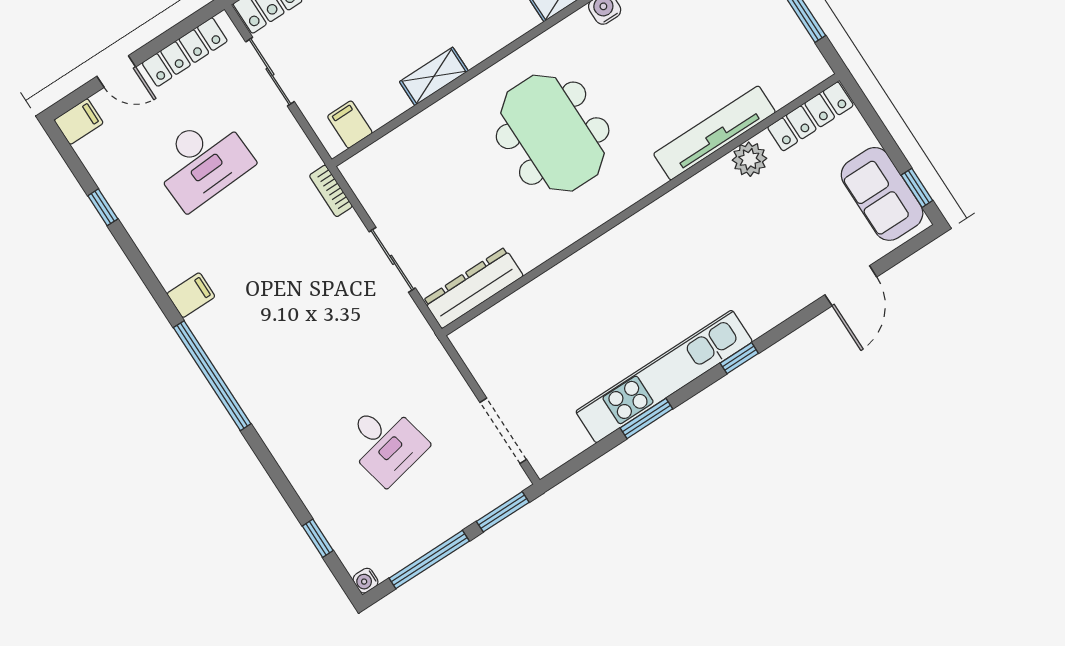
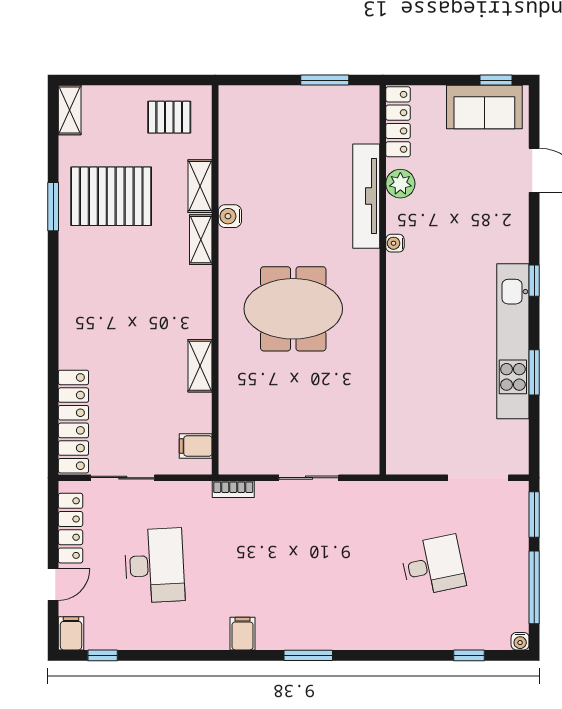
water cooler: (686, 193) -> (395, 243), added
window: (103, 207) -> (103, 655), moved
dresser: (473, 288) -> (365, 434), removed
window: (212, 376) -> (308, 655), width x0.47

